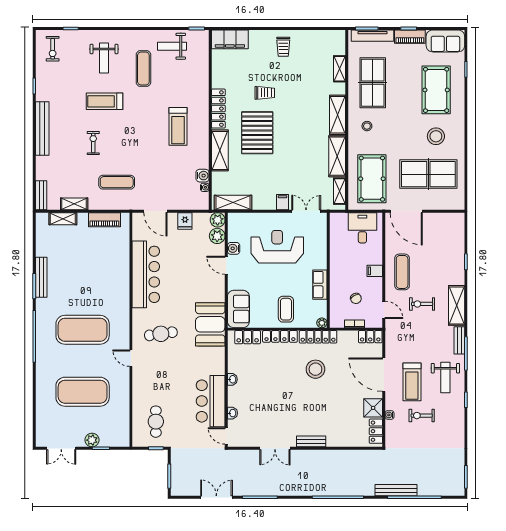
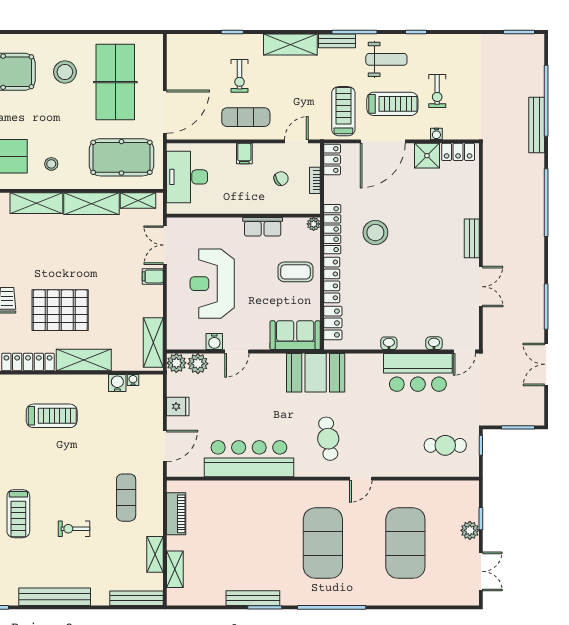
bench: (41, 195) -> (136, 598), width x1.36
desk: (362, 228) -> (187, 177), width x1.37
exercise bike: (422, 304) -> (240, 76), moved
treadmill: (407, 345) -> (343, 111), added

